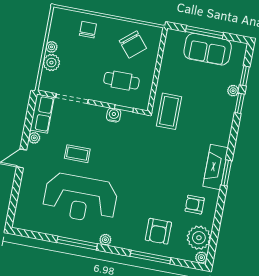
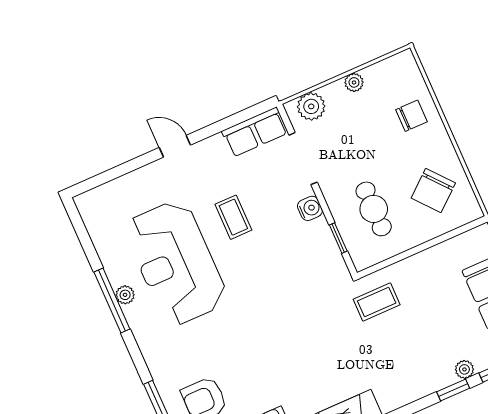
plant: (51, 63) -> (311, 106), moved
coffee table: (169, 111) -> (377, 302), width x0.73, depth x0.77
water cooler: (114, 115) -> (310, 208), moved
plant: (34, 138) -> (215, 144), removed
plant: (105, 240) -> (125, 295), moved

